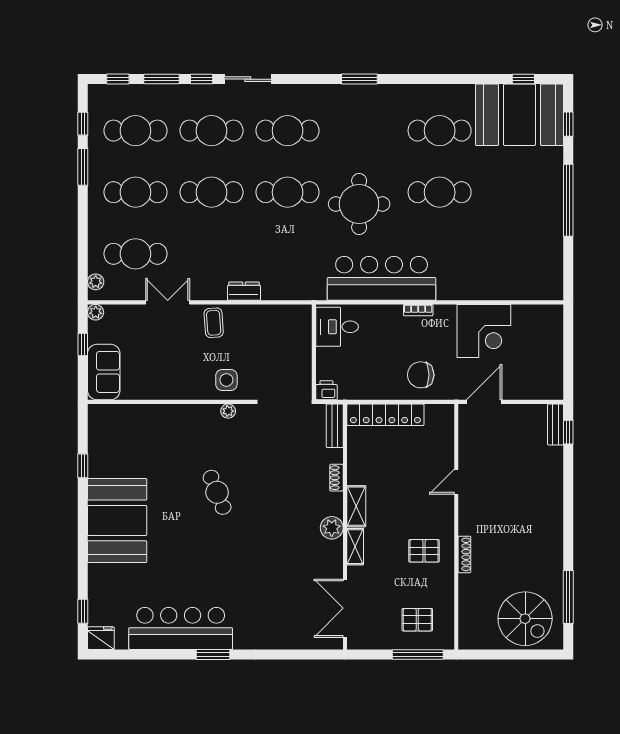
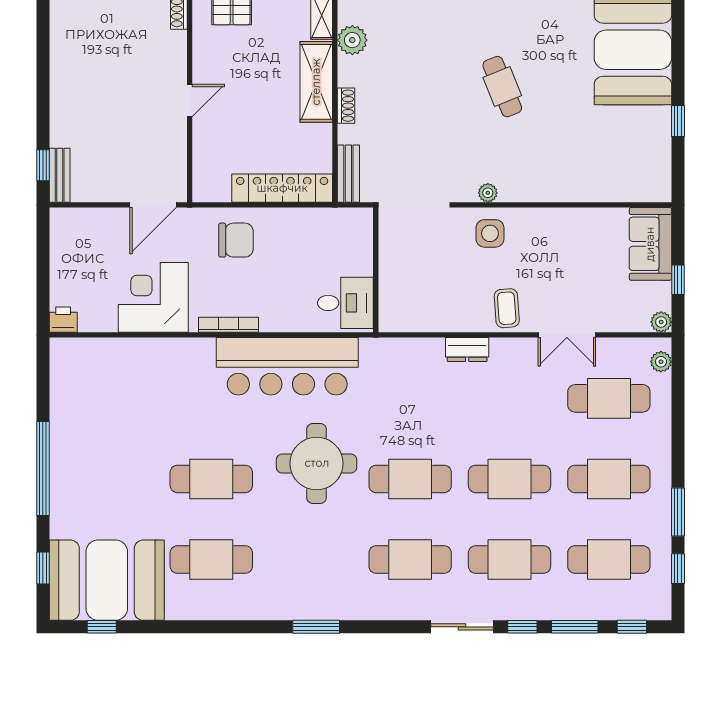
bookcase: (418, 310) -> (229, 325), width x1.56
printer: (326, 390) -> (63, 320), moved, turned 180
shelving: (356, 506) -> (316, 82), width x1.50, depth x1.33

